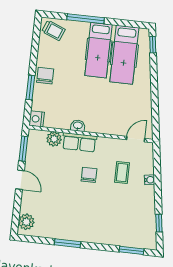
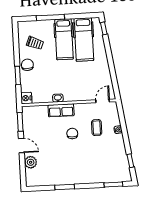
trolley: (53, 30) -> (35, 43), moved
plant: (54, 139) -> (42, 111), removed
plant: (26, 222) -> (31, 162), moved

